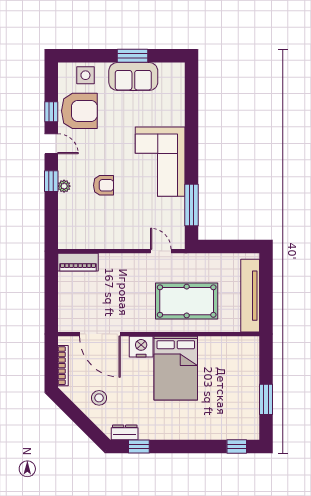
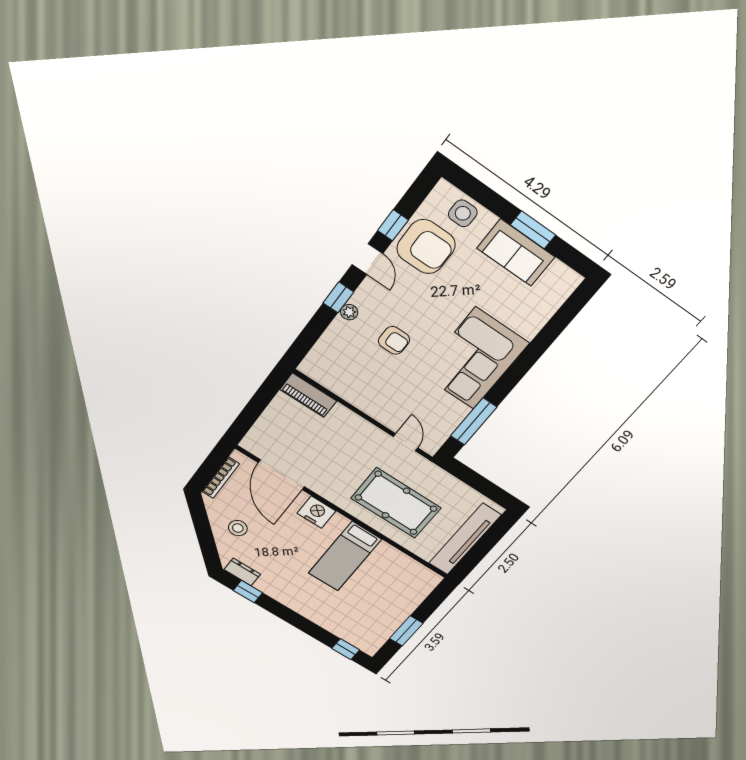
bed: (176, 368) -> (345, 556), width x0.67

